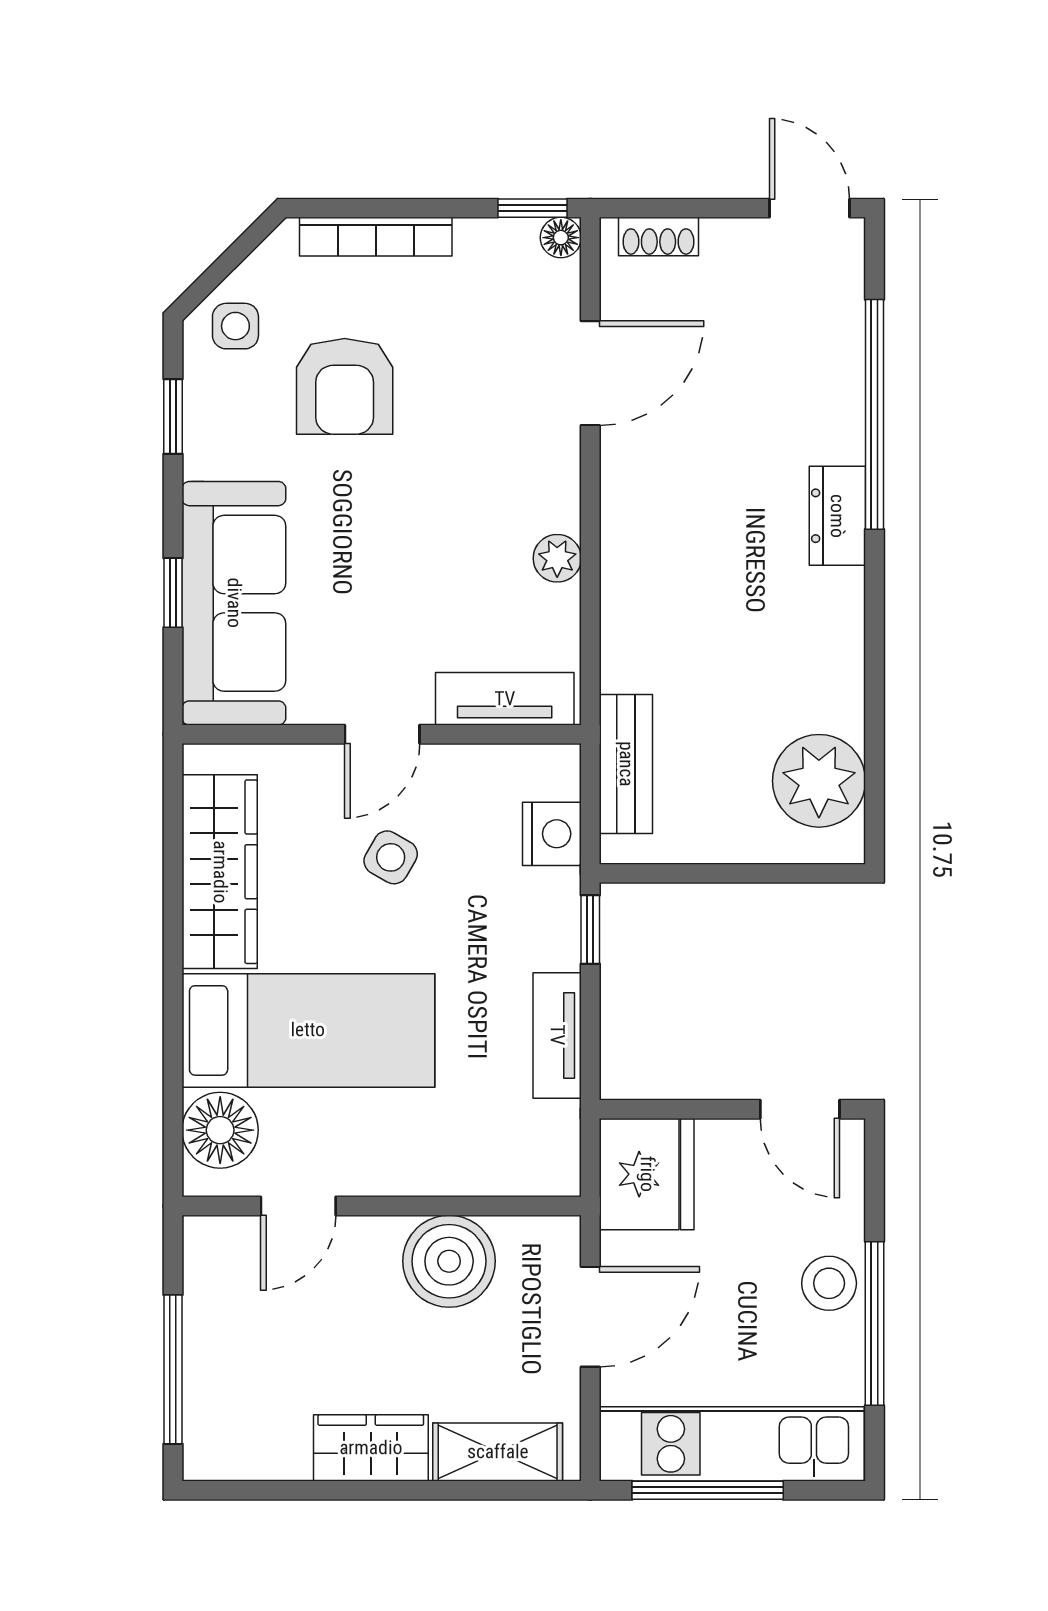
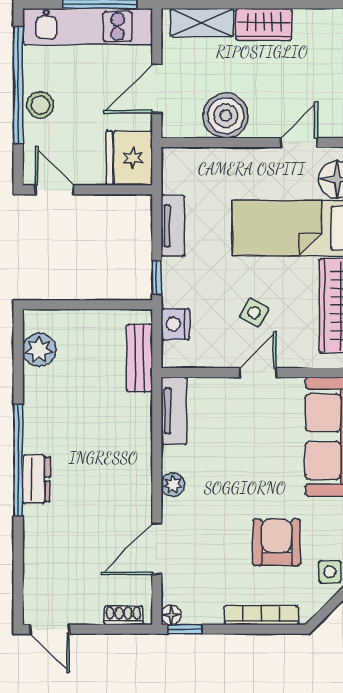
window: (874, 414) -> (18, 460), moved
plant: (557, 558) -> (173, 485), moved
tv unit: (505, 699) -> (174, 411), moved, turned -90
plant: (819, 781) -> (39, 350), width x0.73, depth x0.73
window: (874, 1323) -> (18, 85), width x1.46

